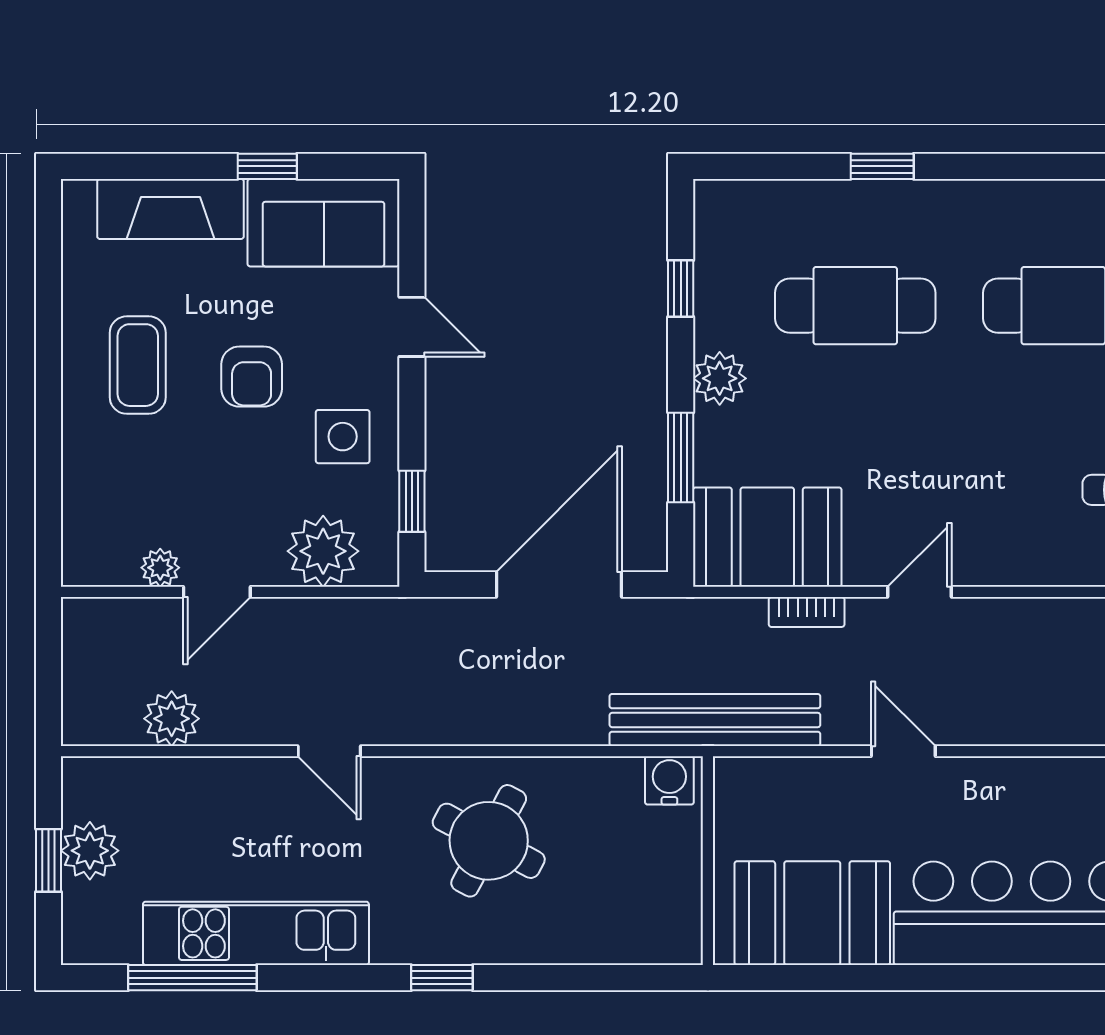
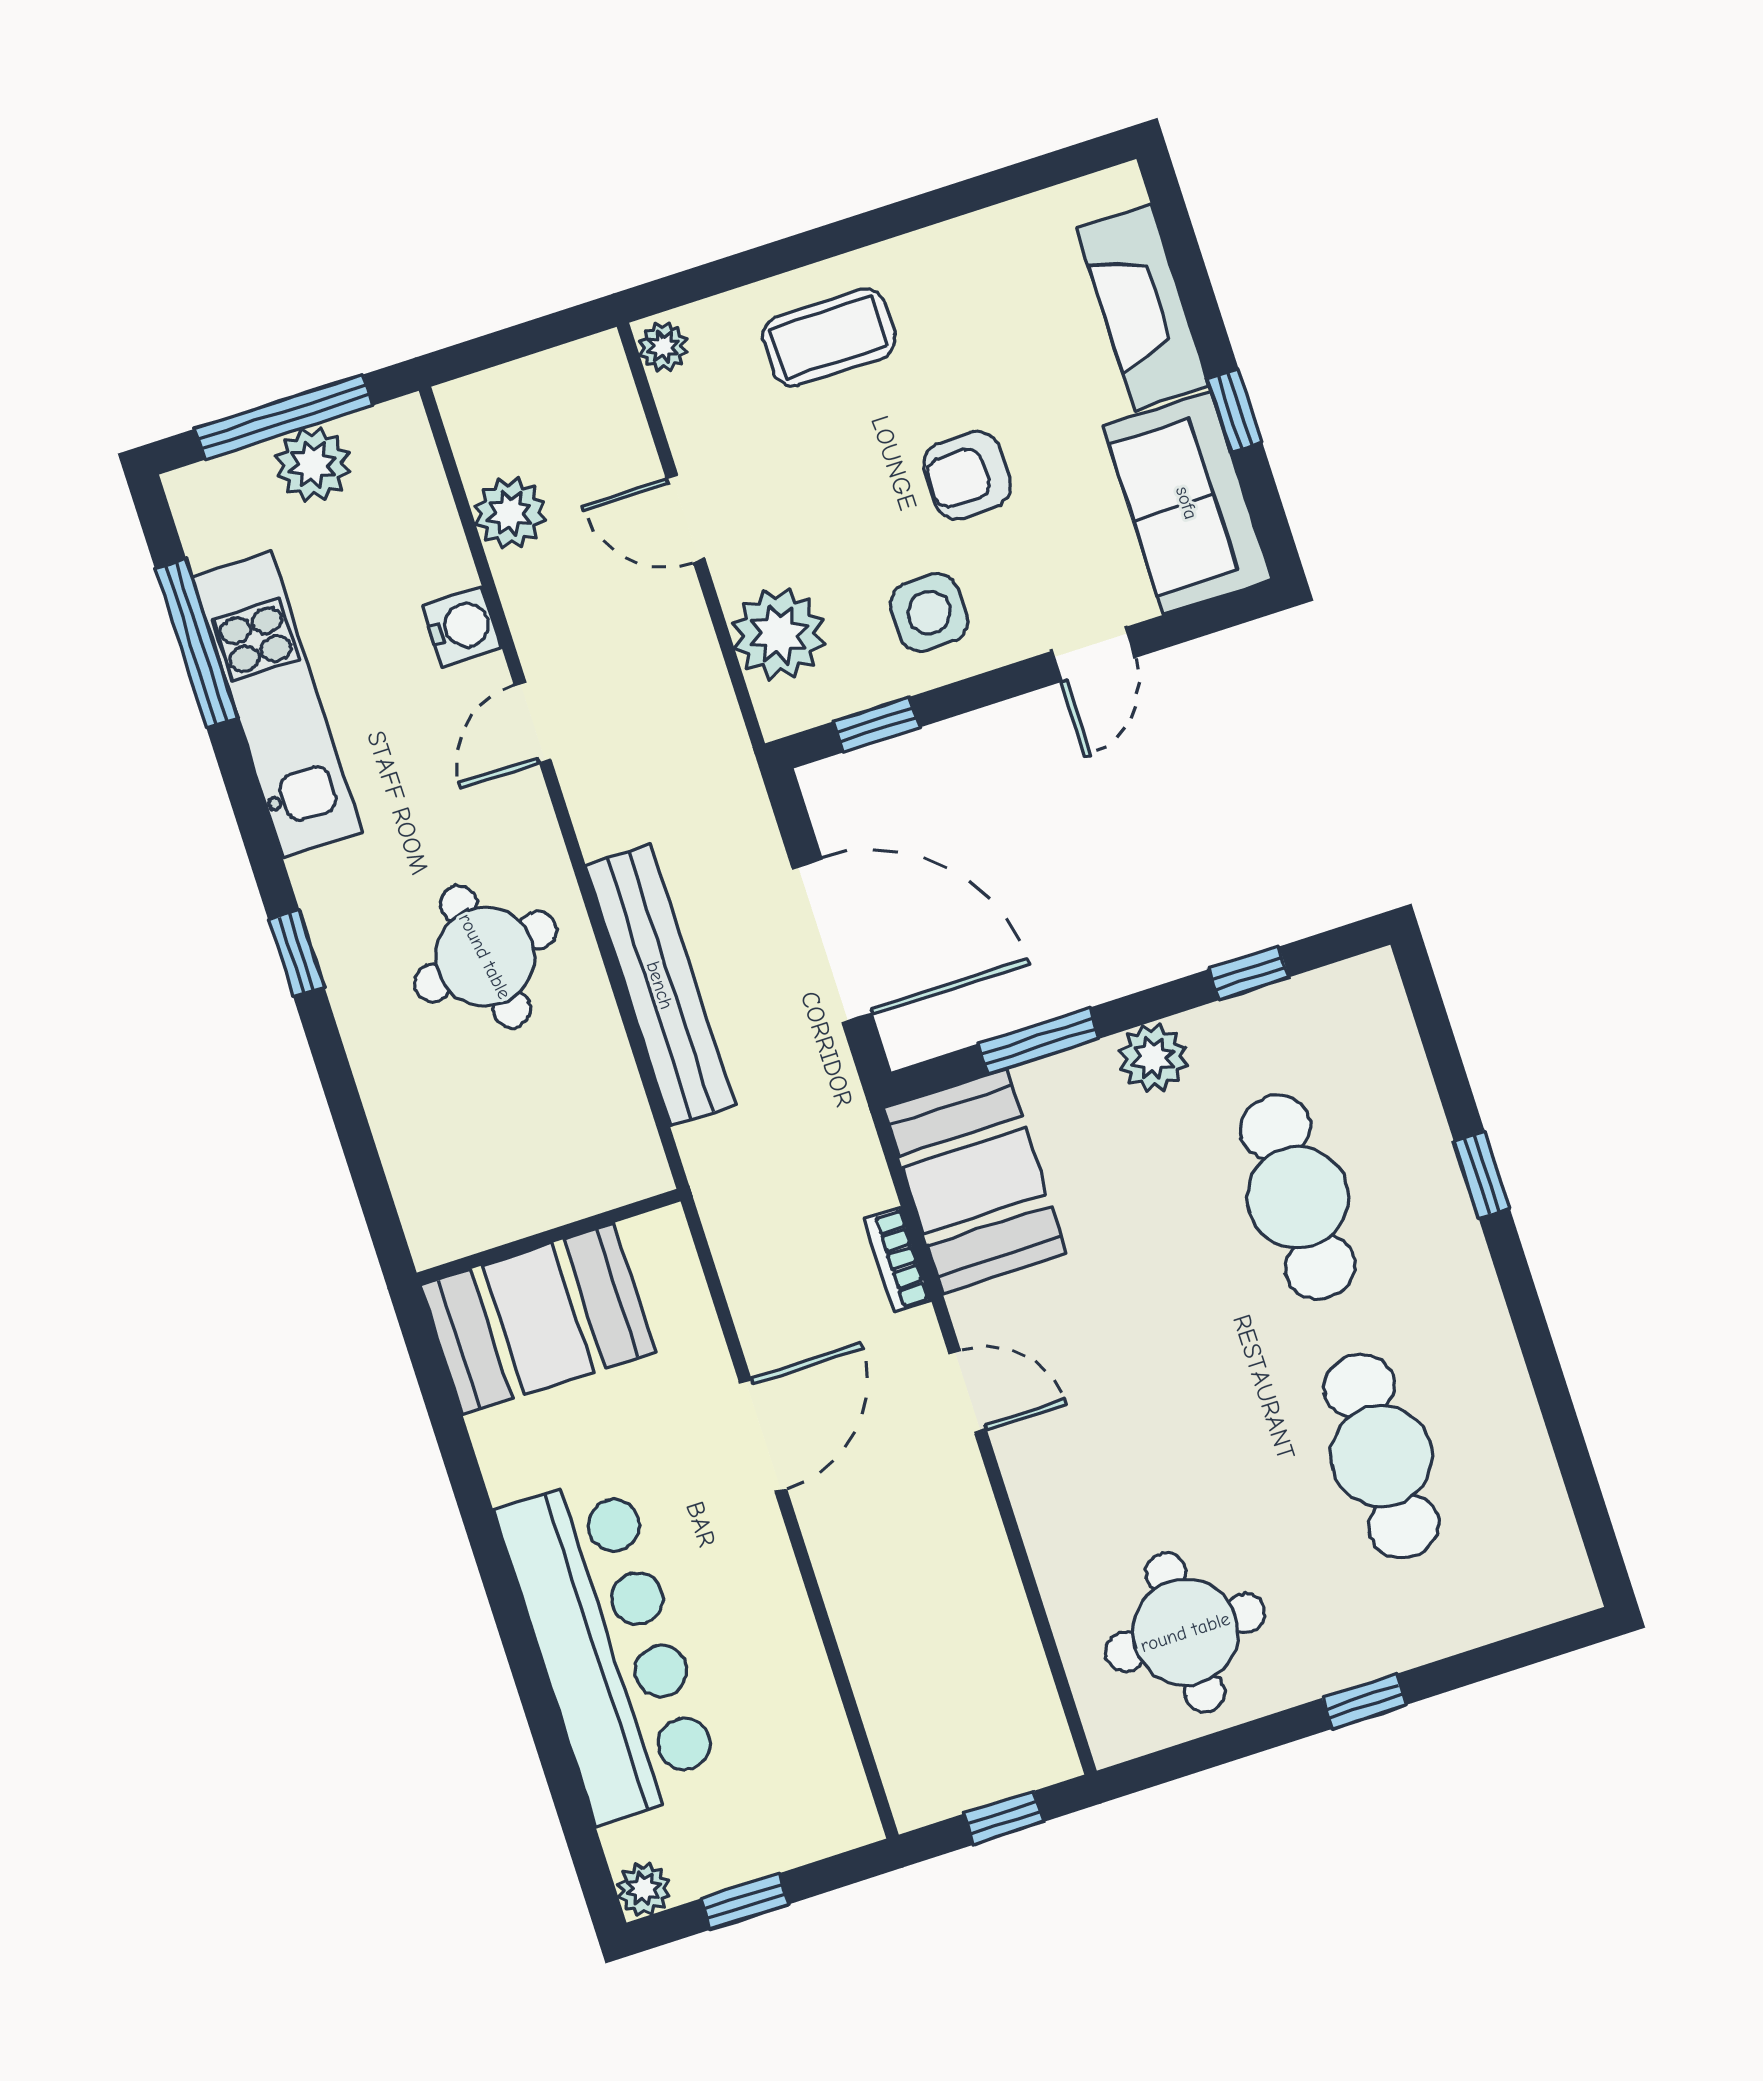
coffee table: (138, 365) -> (829, 338), moved
plant: (160, 568) -> (663, 347), moved
bench: (715, 720) -> (660, 985), moved
door: (903, 751) -> (763, 1436), width x1.38
water cooler: (669, 780) -> (462, 627), moved
round table: (489, 841) -> (485, 956), turned -37
window: (49, 860) -> (284, 417), width x2.17
booth: (812, 913) -> (538, 1319), moved, turned 90

